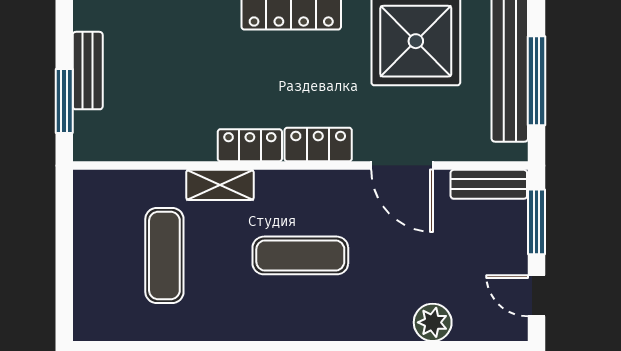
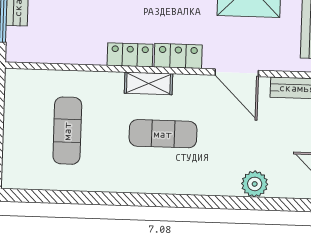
shelving: (220, 185) -> (148, 83), moved

